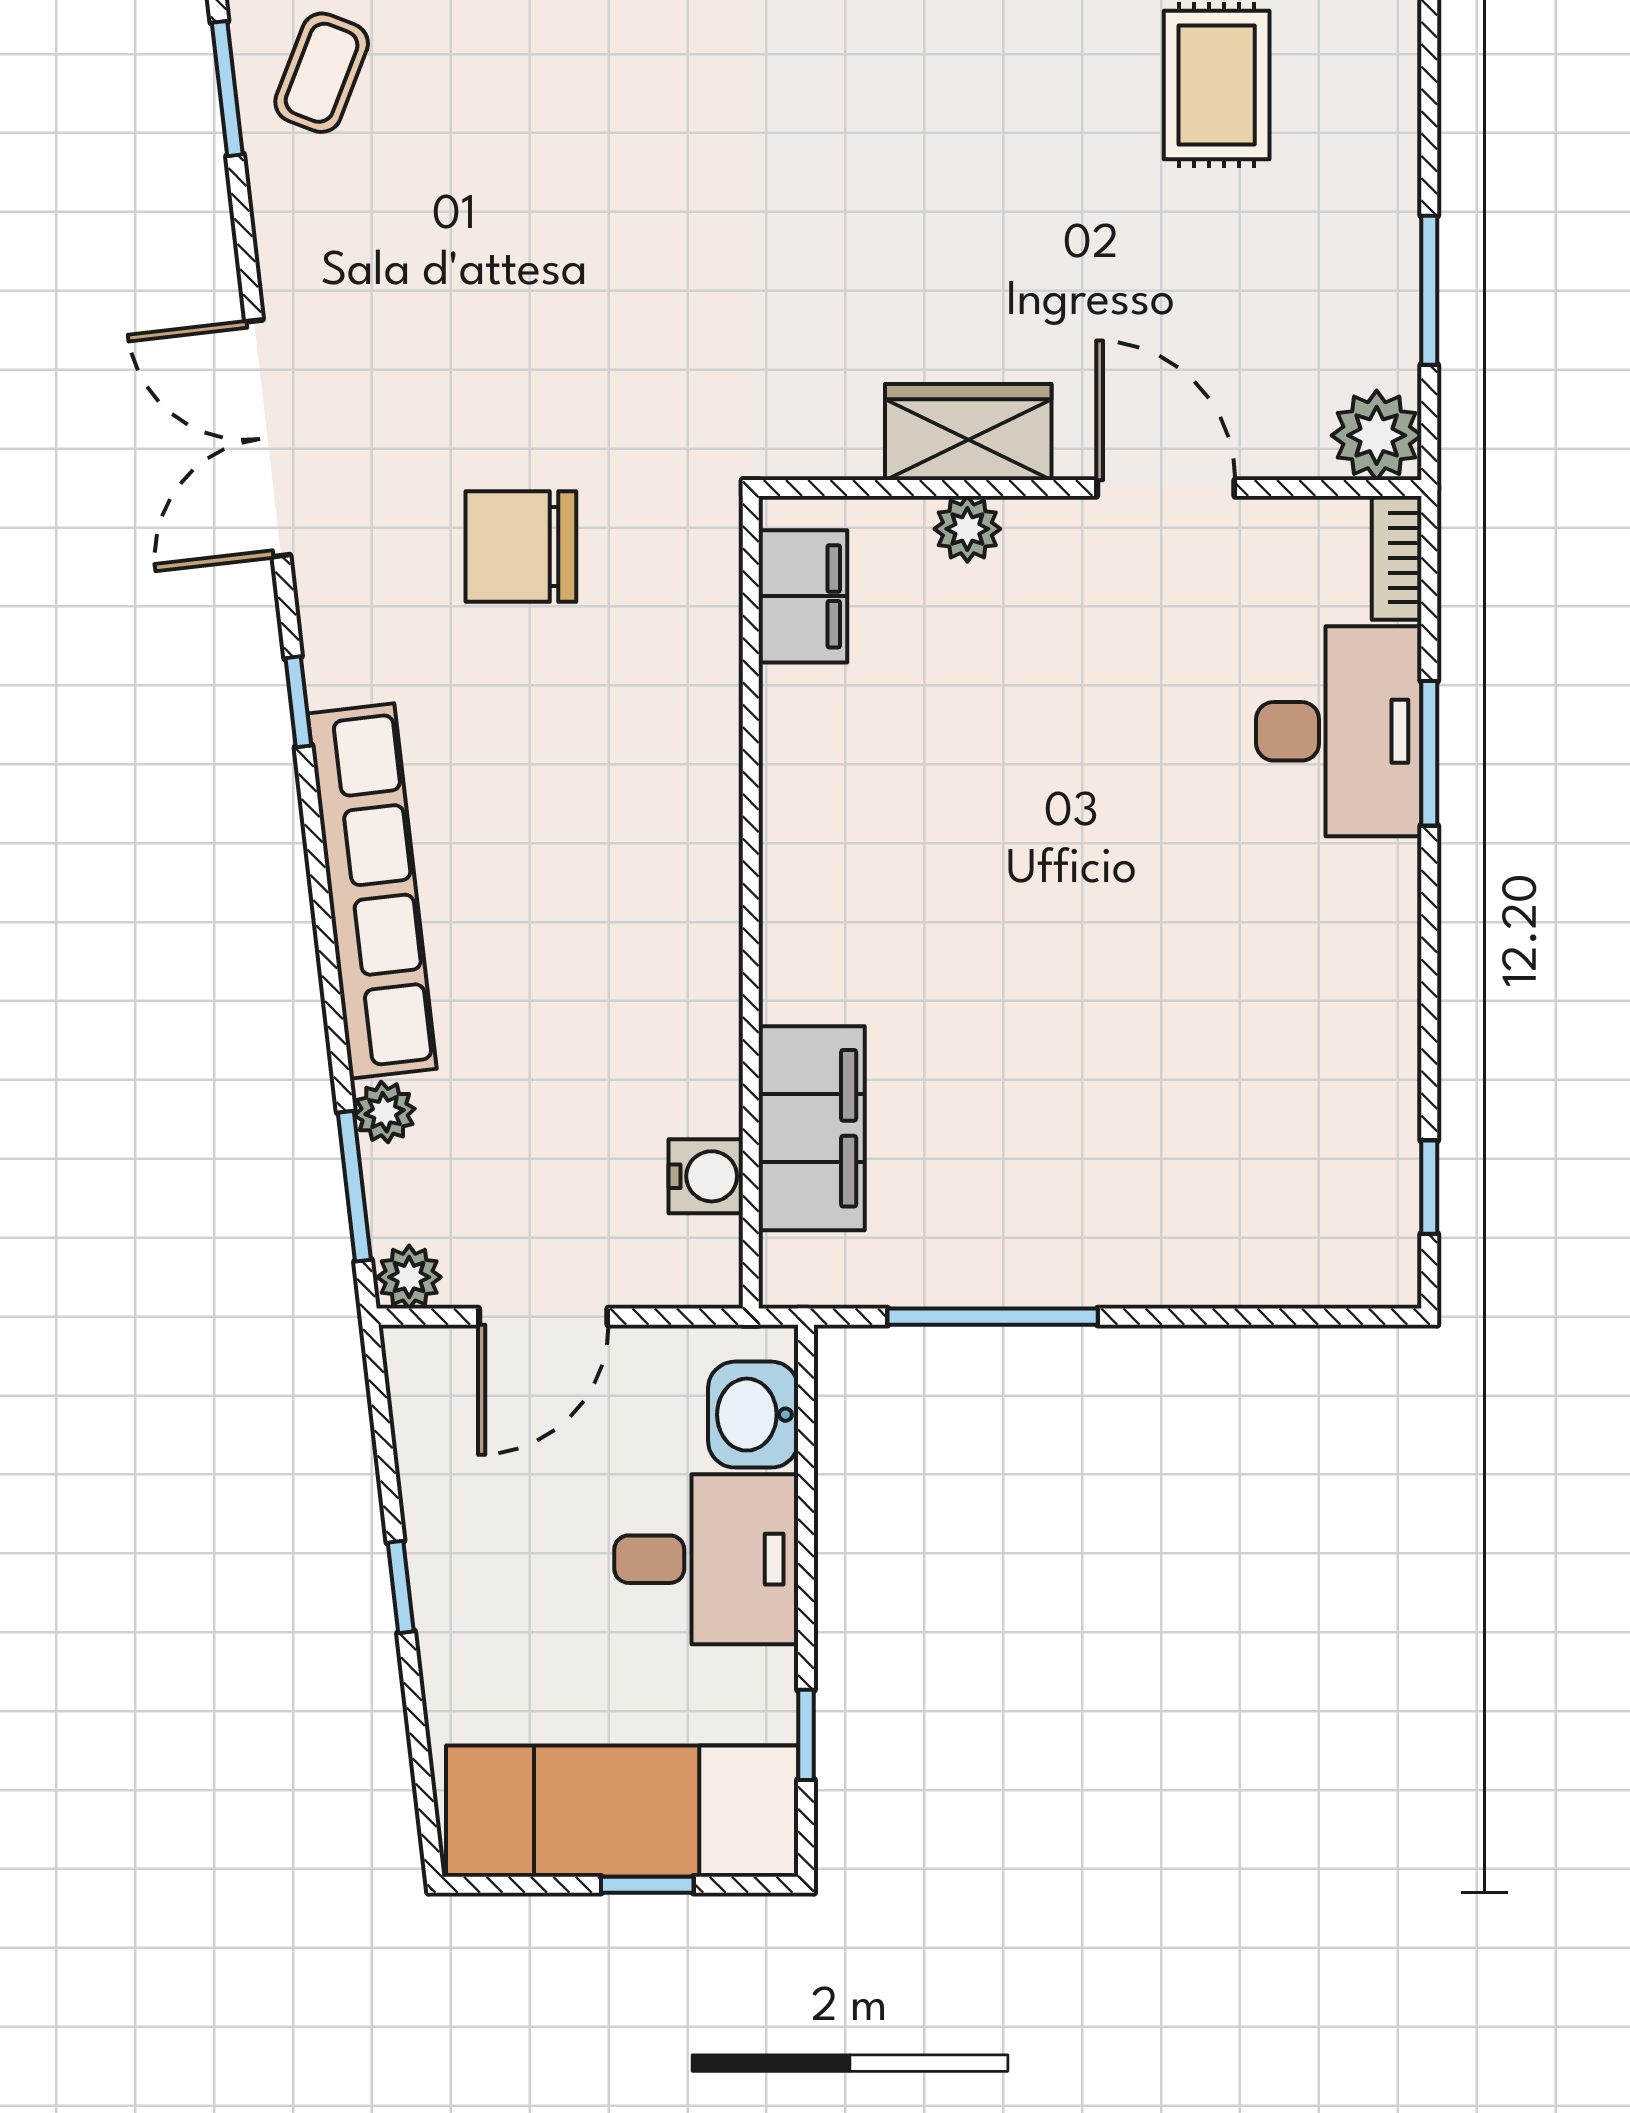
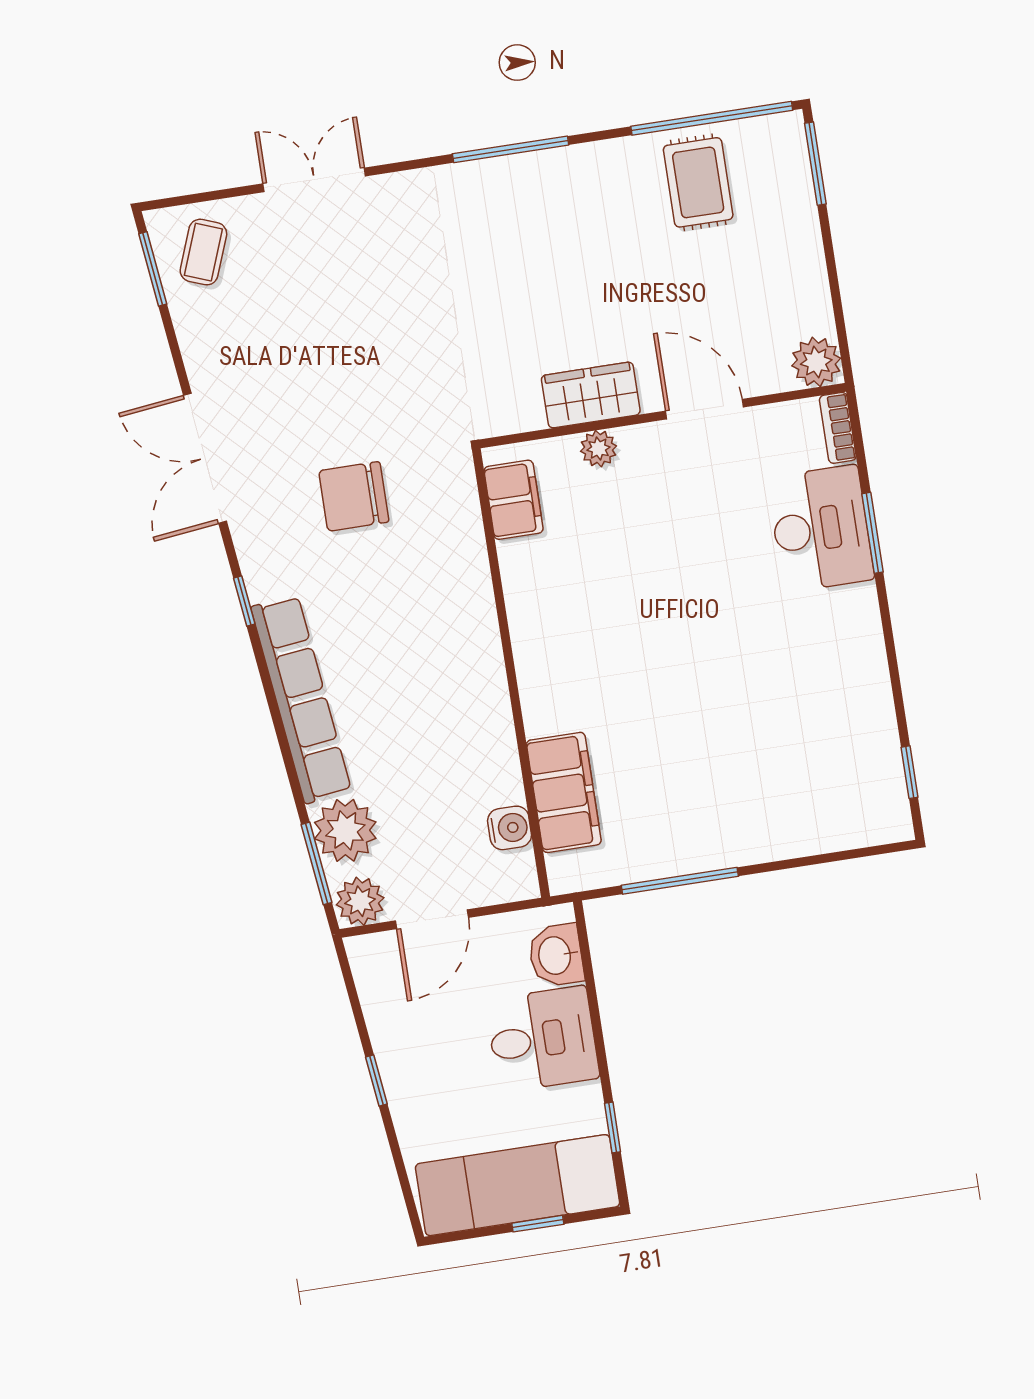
window: (1429, 290) -> (815, 164), moved
plant: (385, 1112) -> (345, 830), width x1.87, depth x1.87
plant: (409, 1277) -> (360, 901), width x1.38, depth x1.38

